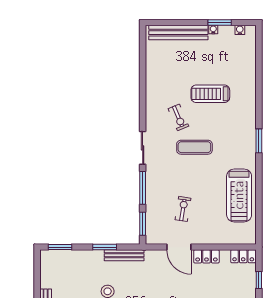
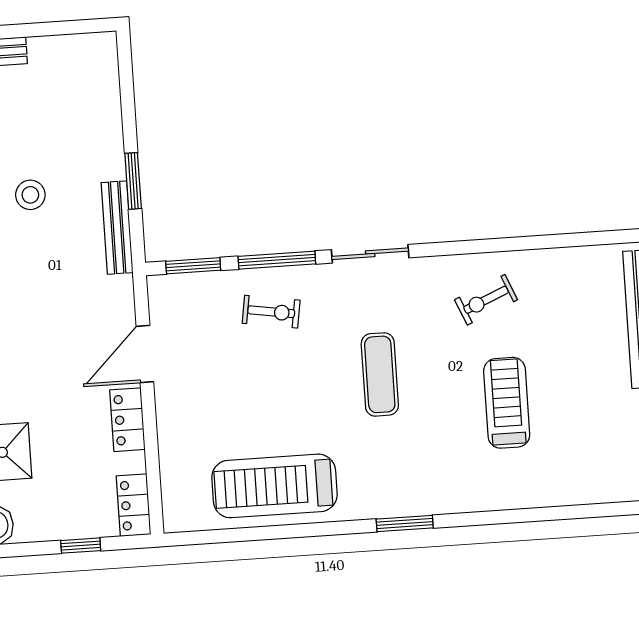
exercise bike: (178, 117) -> (486, 300), moved
exercise bike: (183, 209) -> (271, 312), moved
window: (60, 247) -> (126, 77), removed

